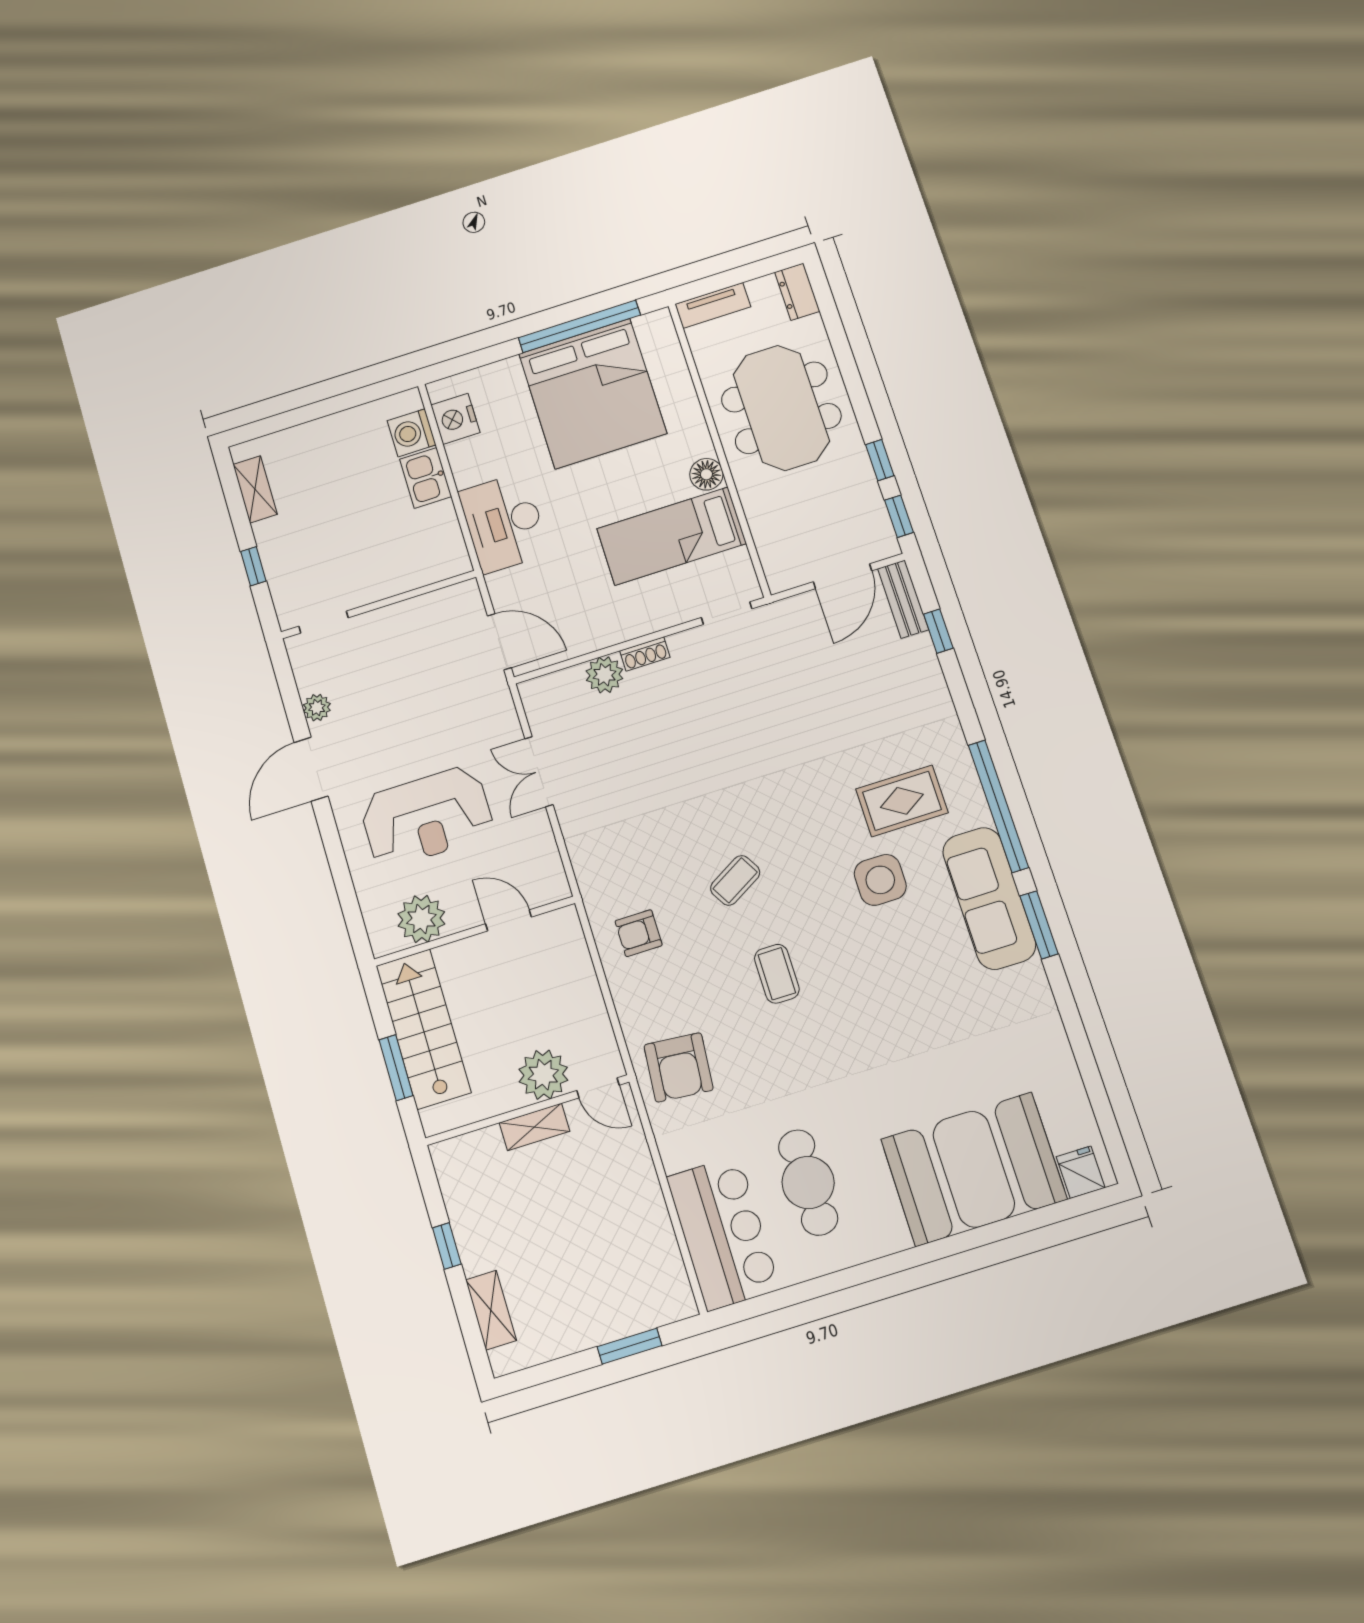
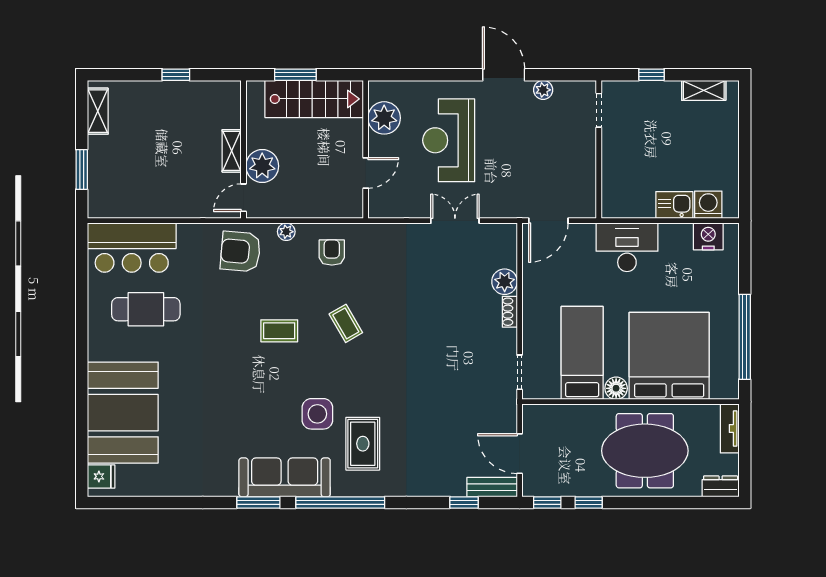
bed: (593, 394) -> (669, 356), moved, turned 90
plant: (629, 1009) -> (286, 232), added
shelving: (491, 1310) -> (98, 111), moved, turned 90

